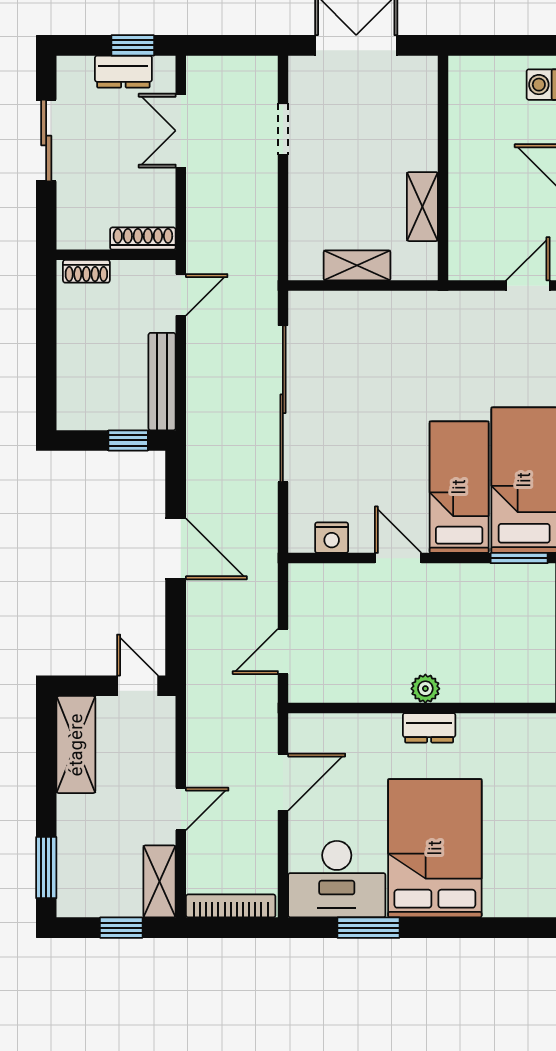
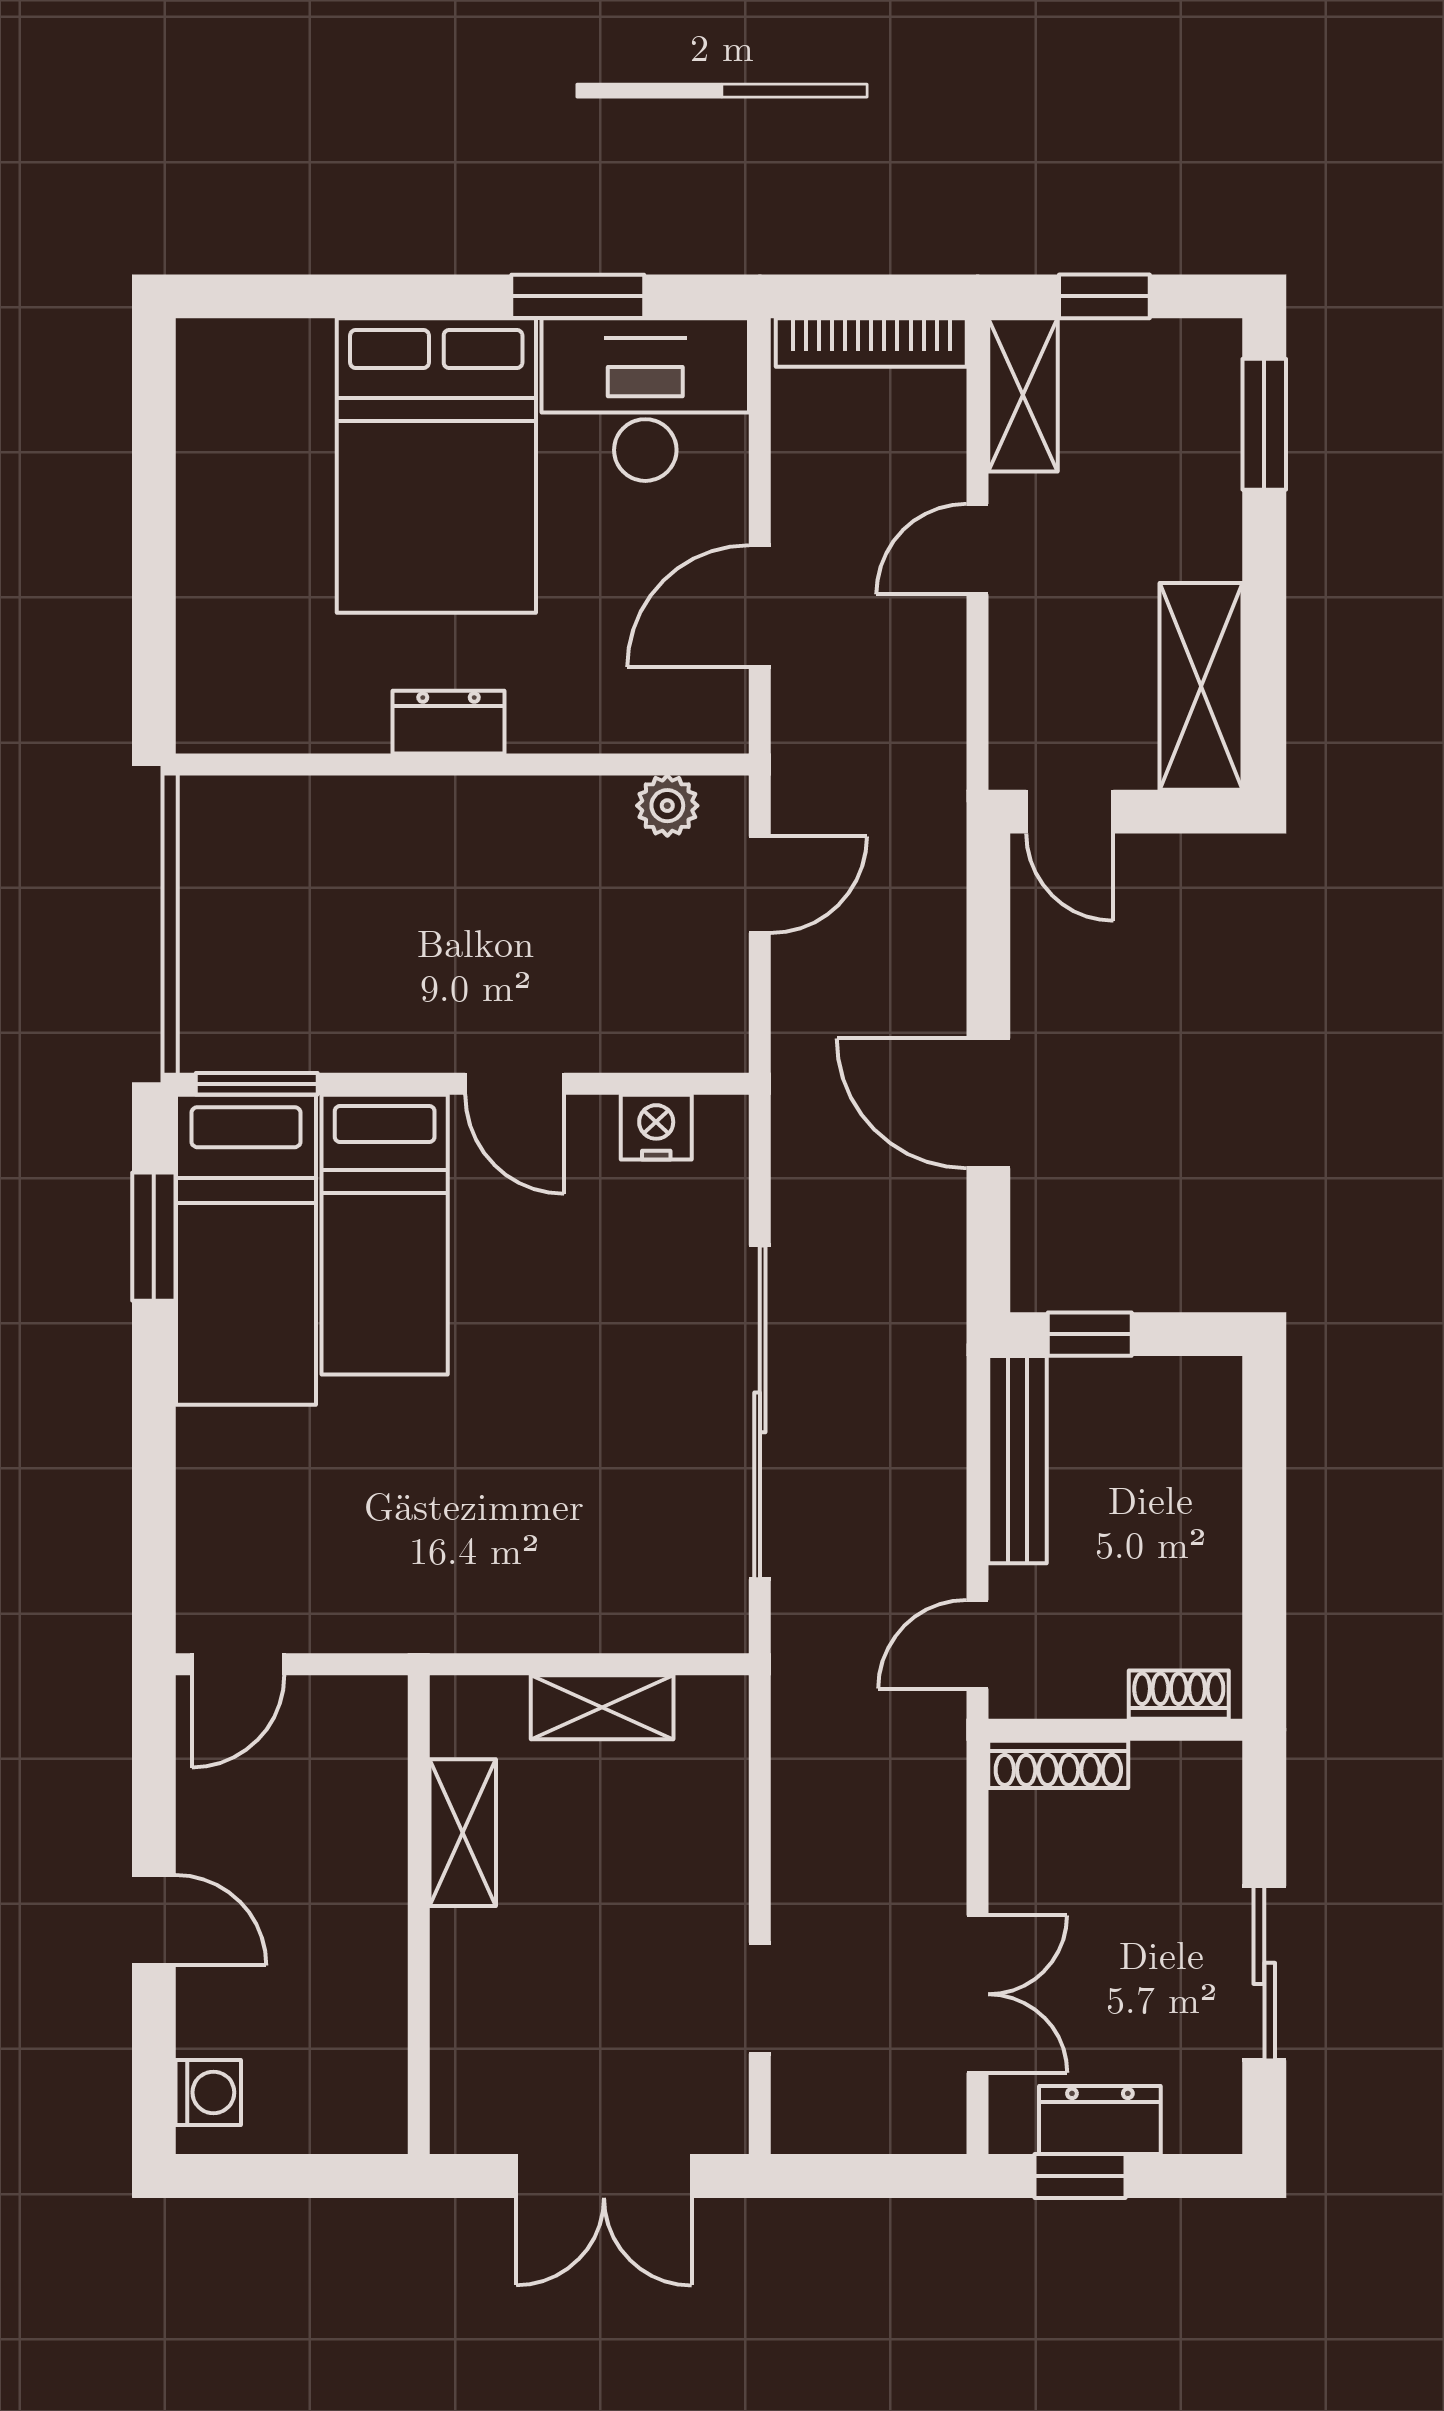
plant: (425, 689) -> (667, 806), moved

